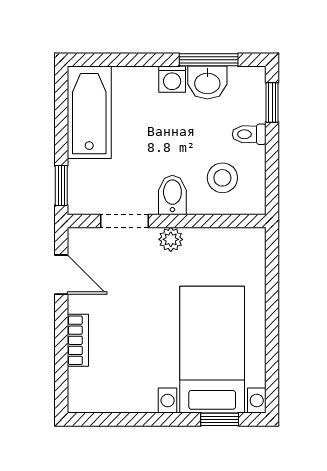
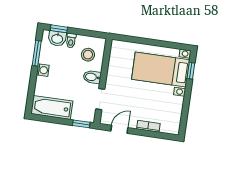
washbasin: (207, 83) -> (57, 39), moved, turned 90
plant: (171, 239) -> (111, 80), removed

